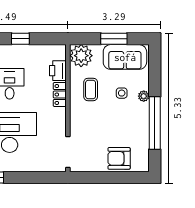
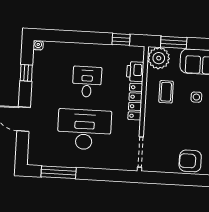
window: (20, 39) -> (121, 39), moved
window: (114, 39) -> (174, 42), moved
locker: (60, 95) -> (135, 102), width x1.53

